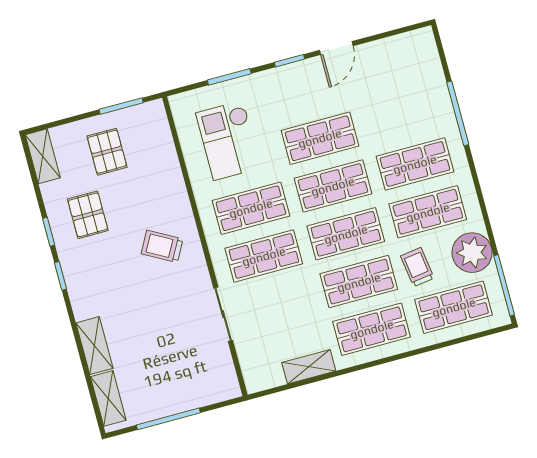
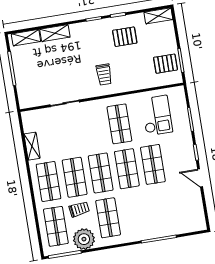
checkout: (228, 140) -> (157, 116), turned 90
pallet: (107, 152) -> (165, 64), moved
shop shelf: (415, 164) -> (134, 214), removed
trolley: (162, 246) -> (104, 75), turned 151
shop shelf: (264, 256) -> (93, 128), removed

